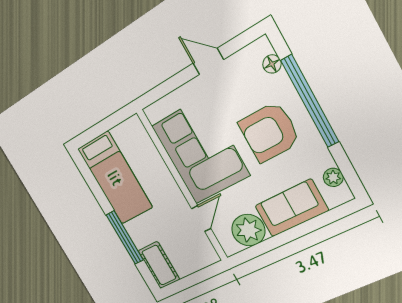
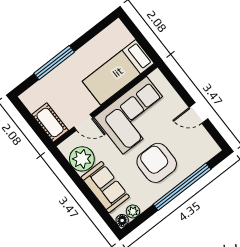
door: (208, 61) -> (199, 113), swing flipped
floor lamp: (272, 64) -> (122, 220), moved
bed: (115, 178) -> (118, 72), moved
cot: (159, 265) -> (50, 122), moved, turned 90

